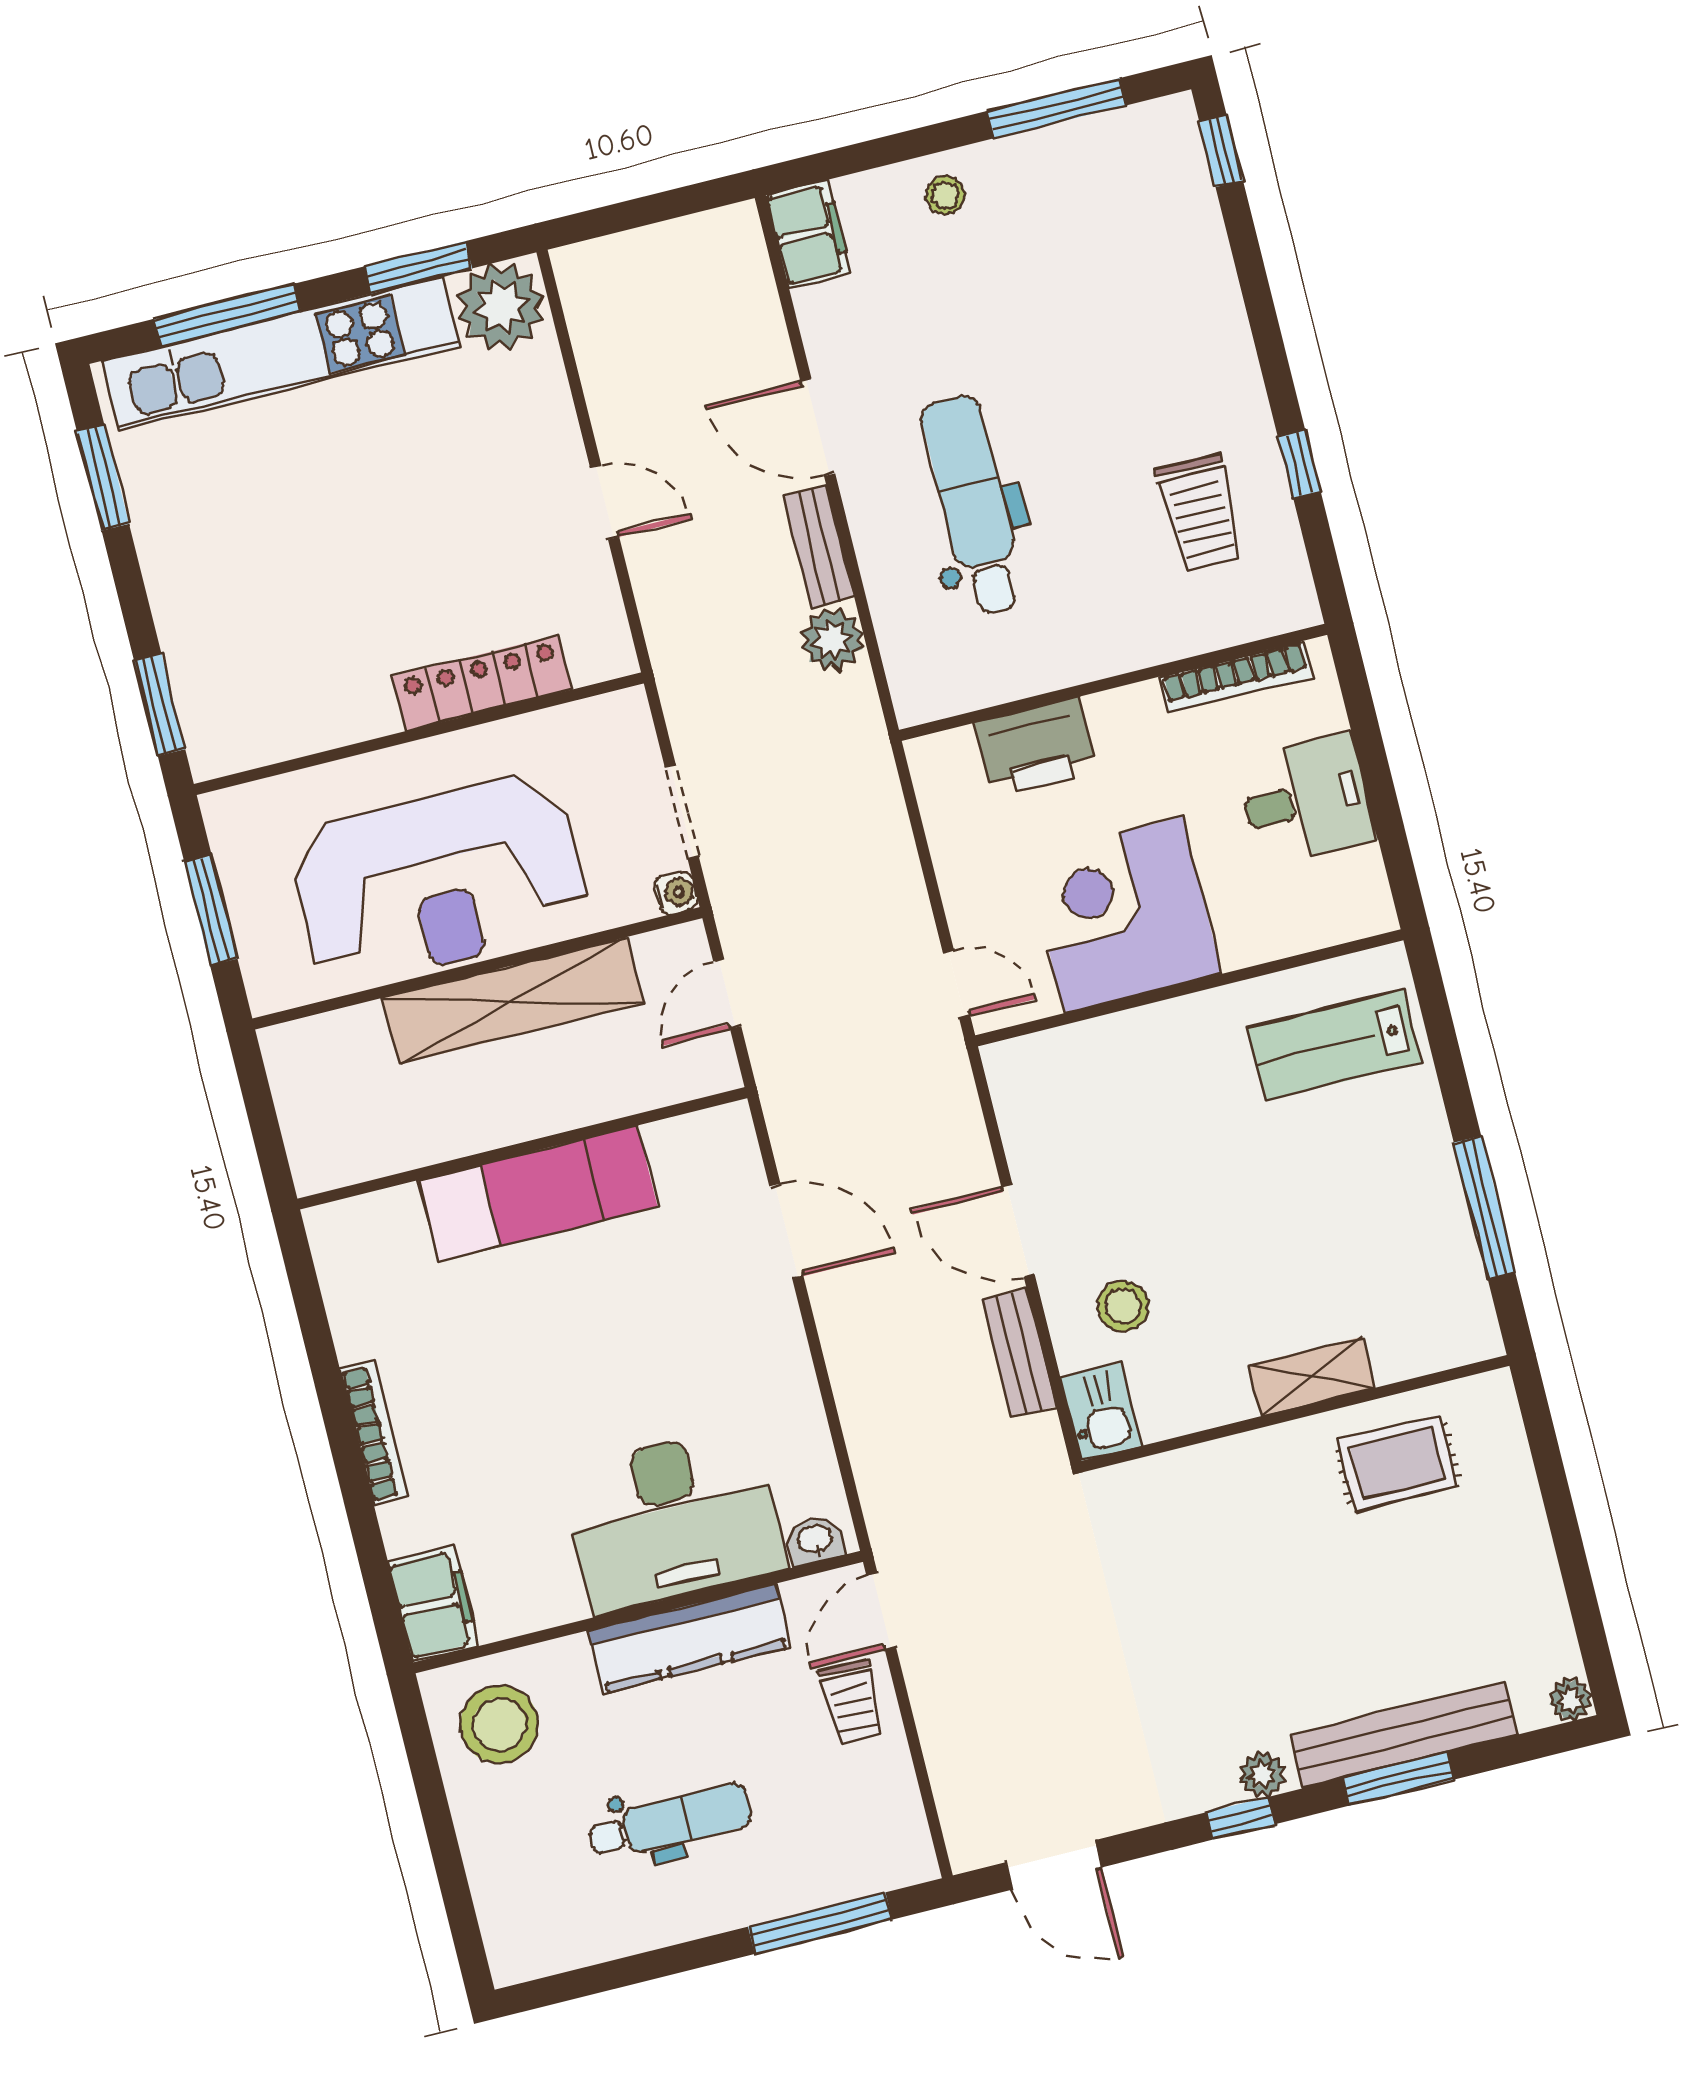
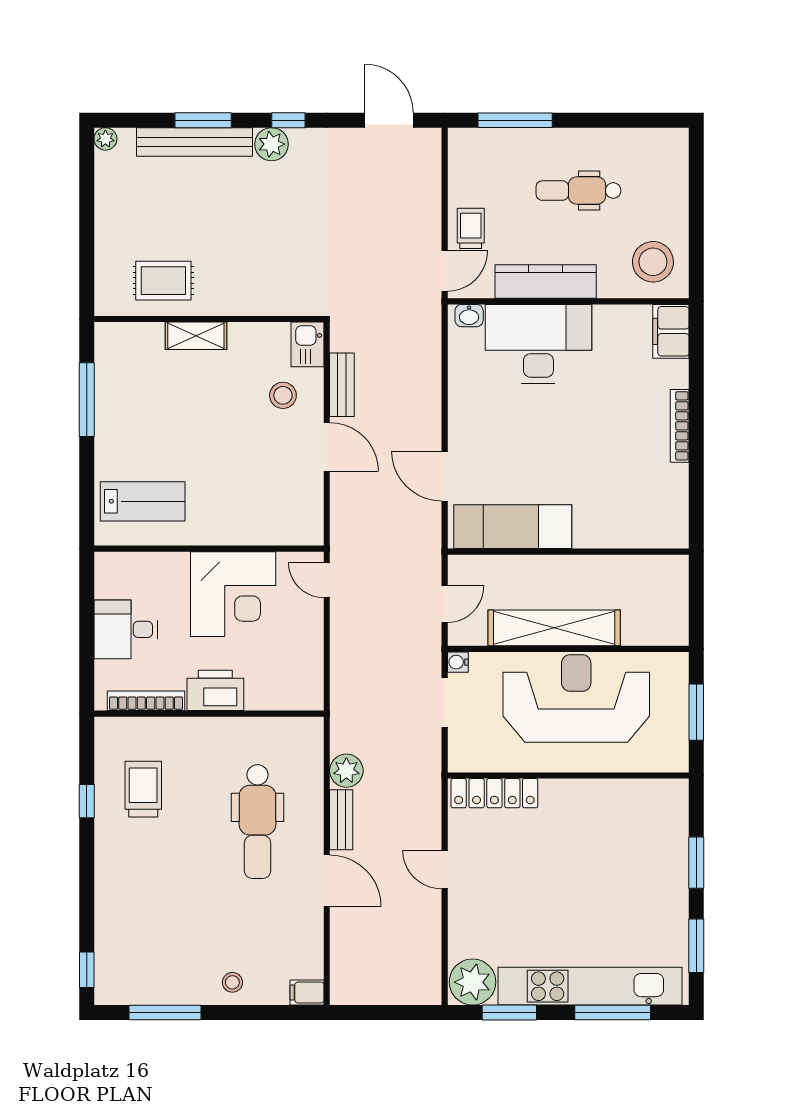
filing cabinet: (808, 234) -> (307, 993), width x0.50
locker: (482, 683) -> (494, 793), moved
window: (160, 705) -> (696, 863), moved
printer: (1036, 747) -> (215, 690), moved
exam couch: (538, 1193) -> (513, 527), moved
plant: (1262, 1774) -> (271, 144), width x1.38, depth x1.38

